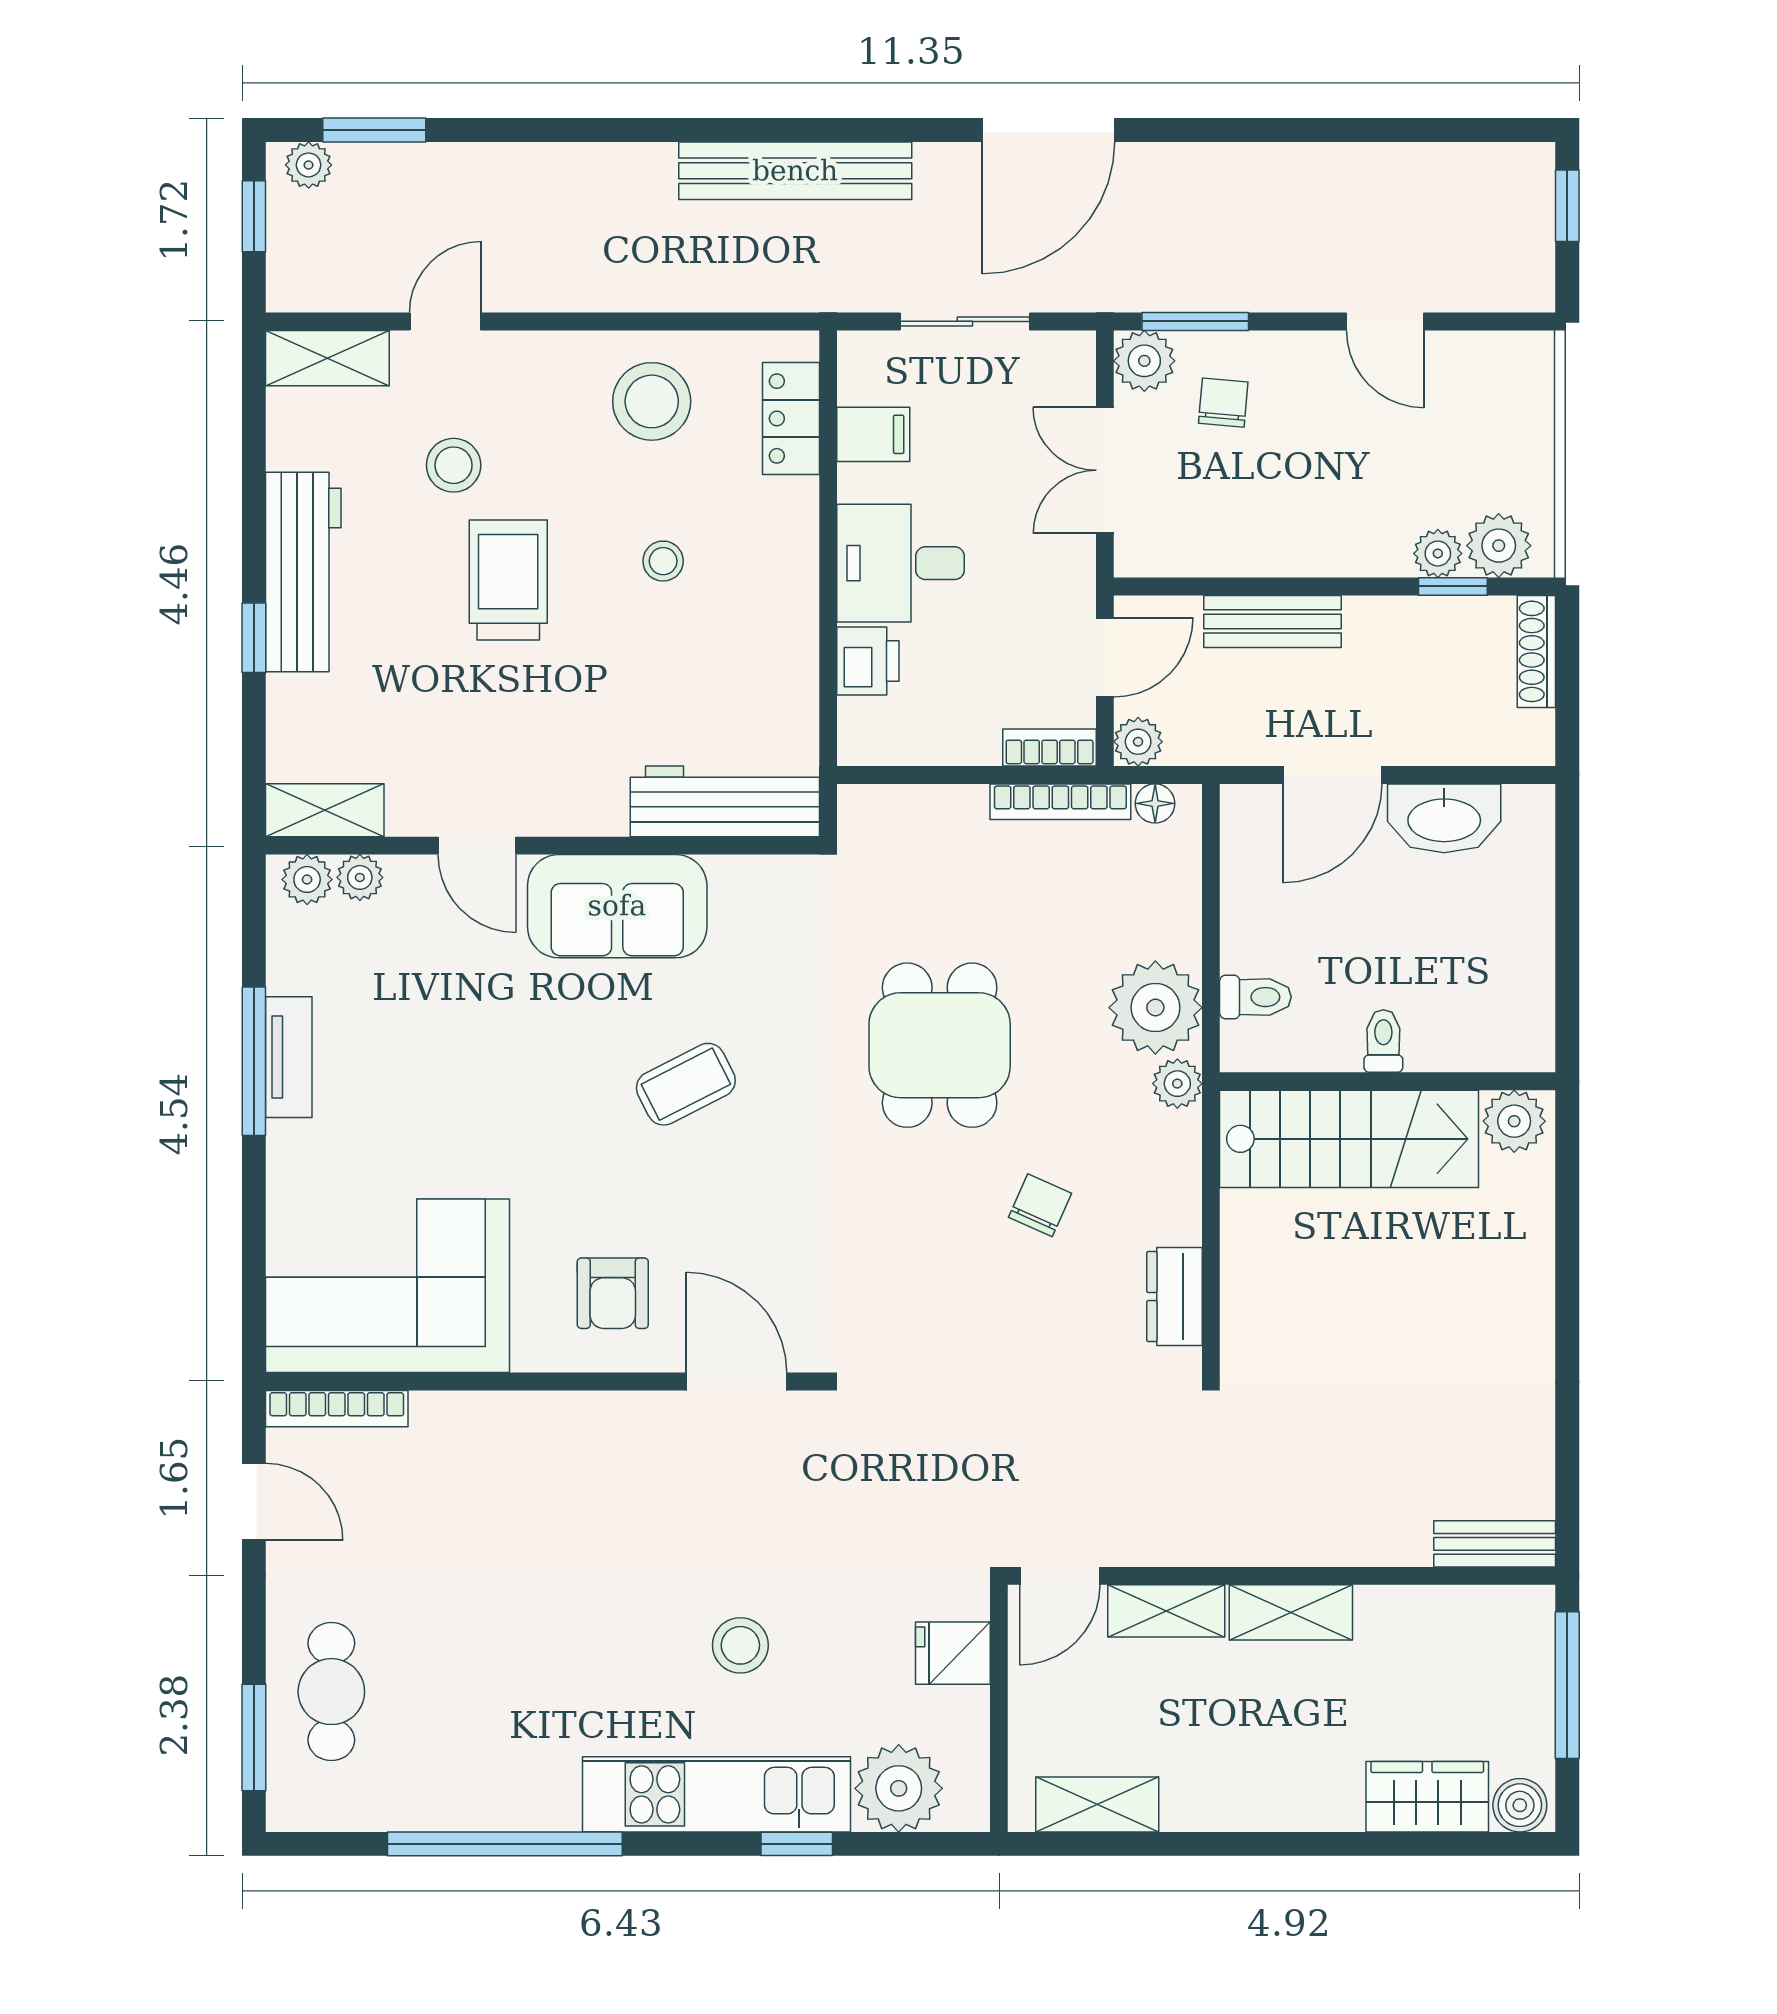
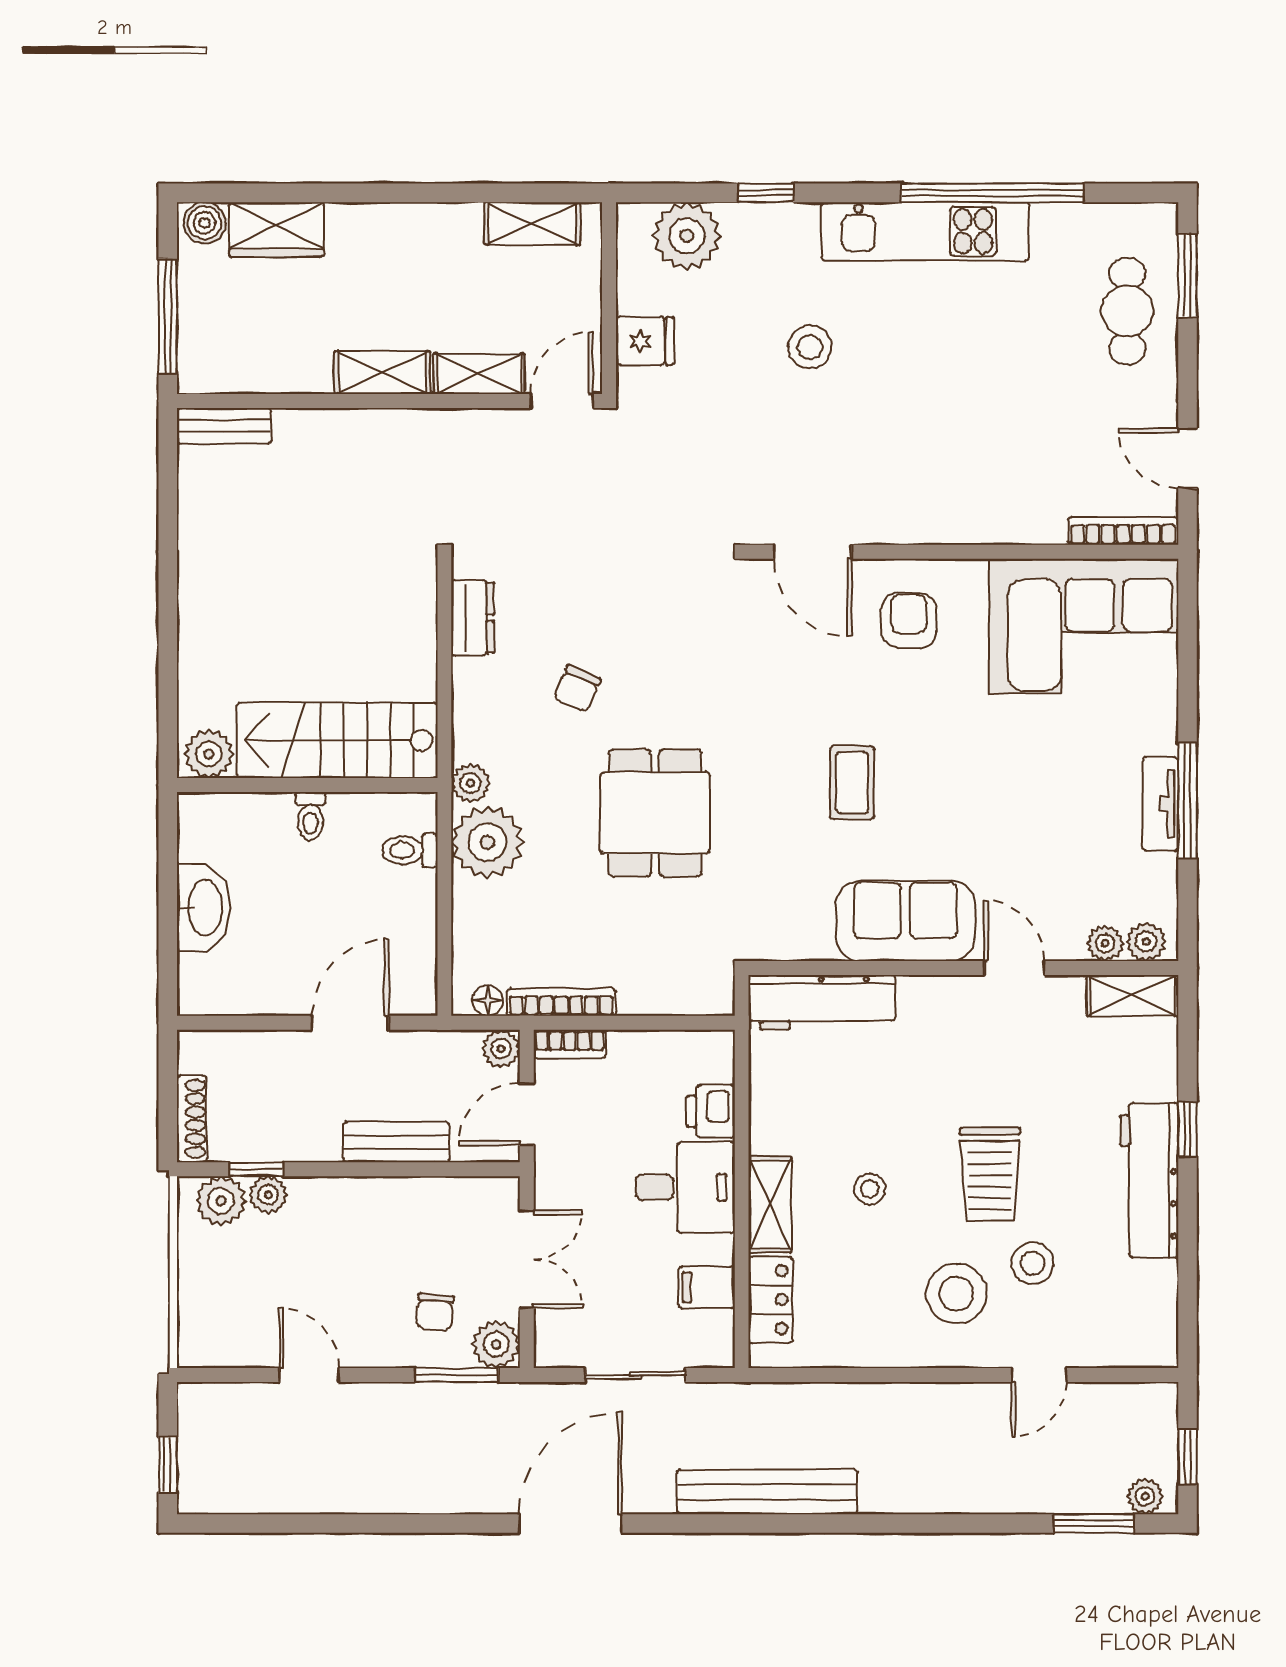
shelving: (327, 358) -> (770, 1205), moved, turned 90
stool: (652, 401) -> (956, 1294), moved
washbasin: (1444, 818) -> (204, 908), moved, turned 90
coffee table: (686, 1084) -> (852, 783), turned -63
kitchen unit: (716, 1794) -> (925, 231), moved

